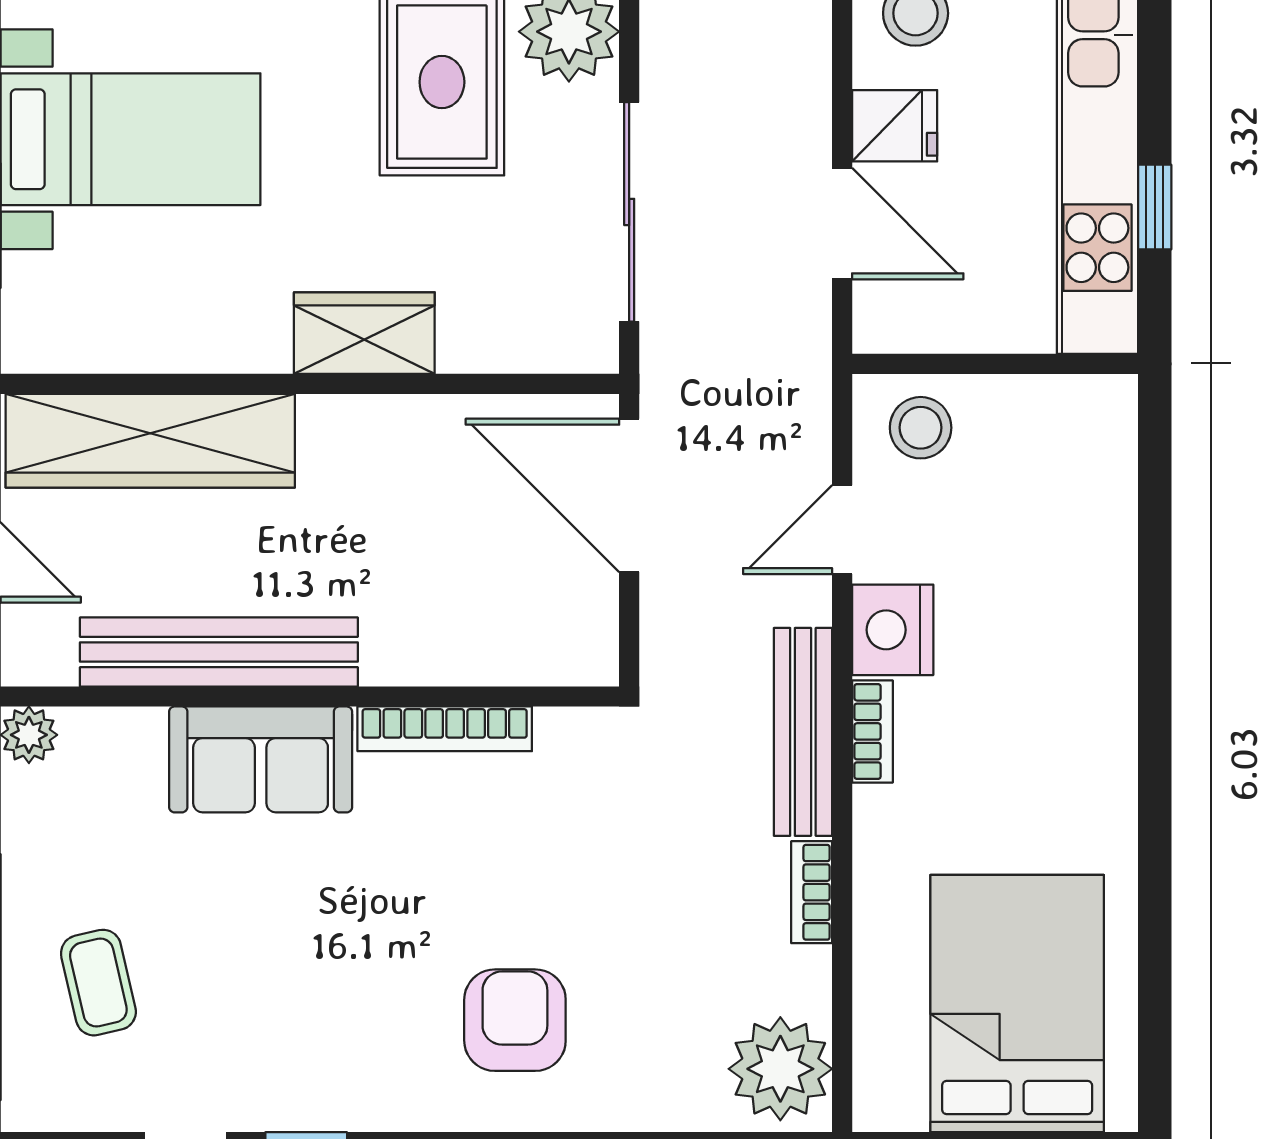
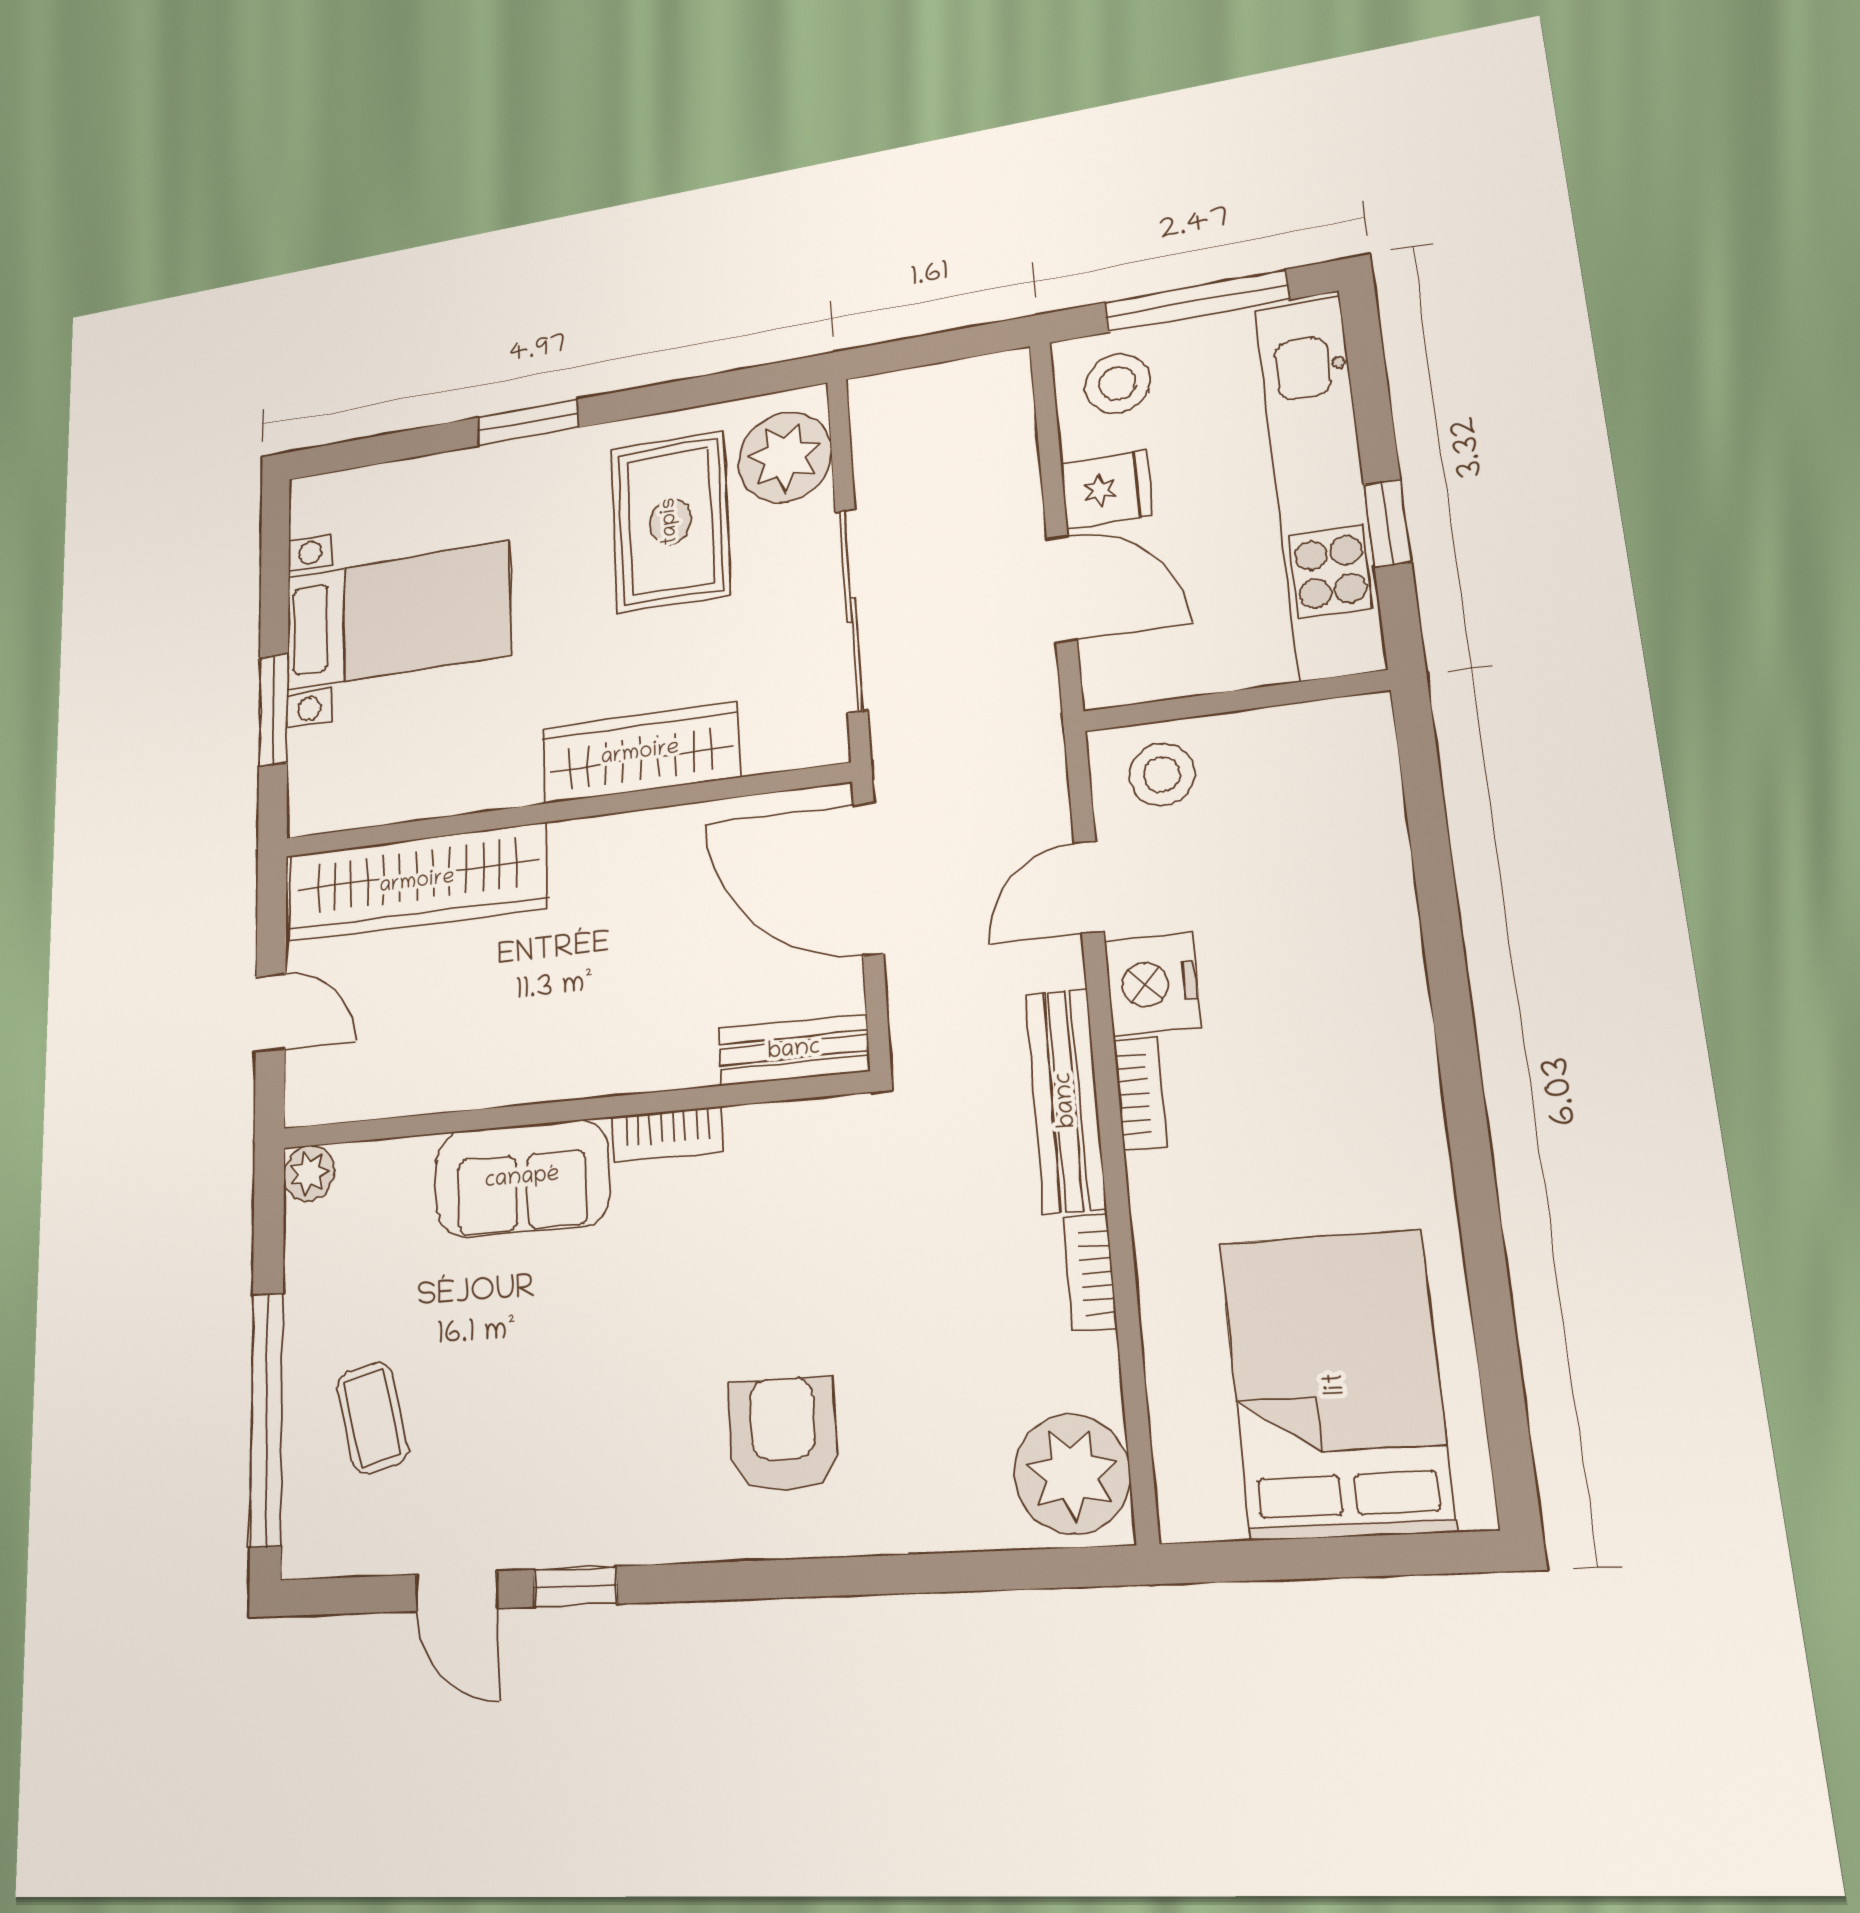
wardrobe: (364, 333) -> (640, 753), width x1.50
bench: (219, 652) -> (794, 1050), moved, width x0.54, depth x0.82
bookcase: (445, 729) -> (667, 1134), width x0.64

